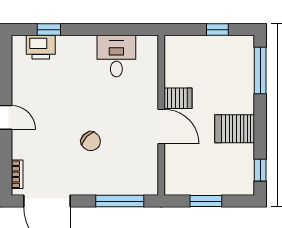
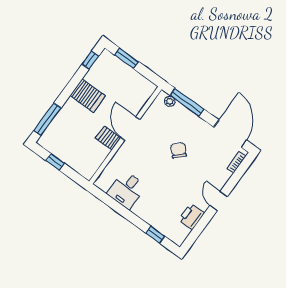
printer: (41, 47) -> (191, 216), moved, turned -90
plant: (140, 188) -> (170, 101), added
window: (206, 201) -> (127, 58), moved

